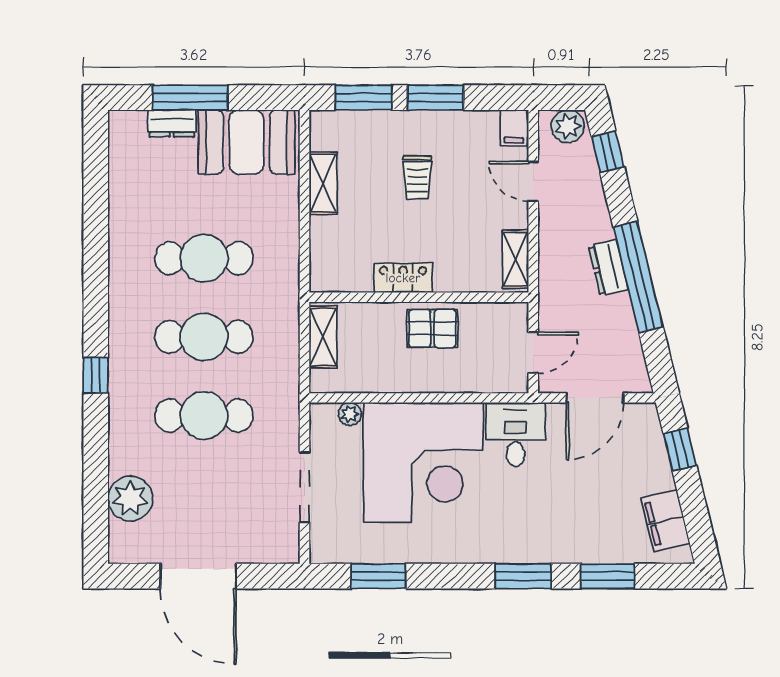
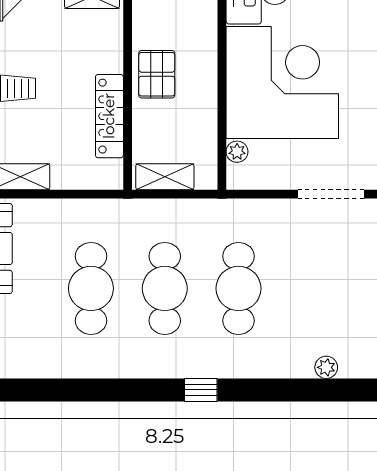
locker: (403, 278) -> (109, 116), width x1.53
doorway: (305, 487) -> (331, 194), moved
plant: (130, 499) -> (326, 367), width x0.53, depth x0.53

